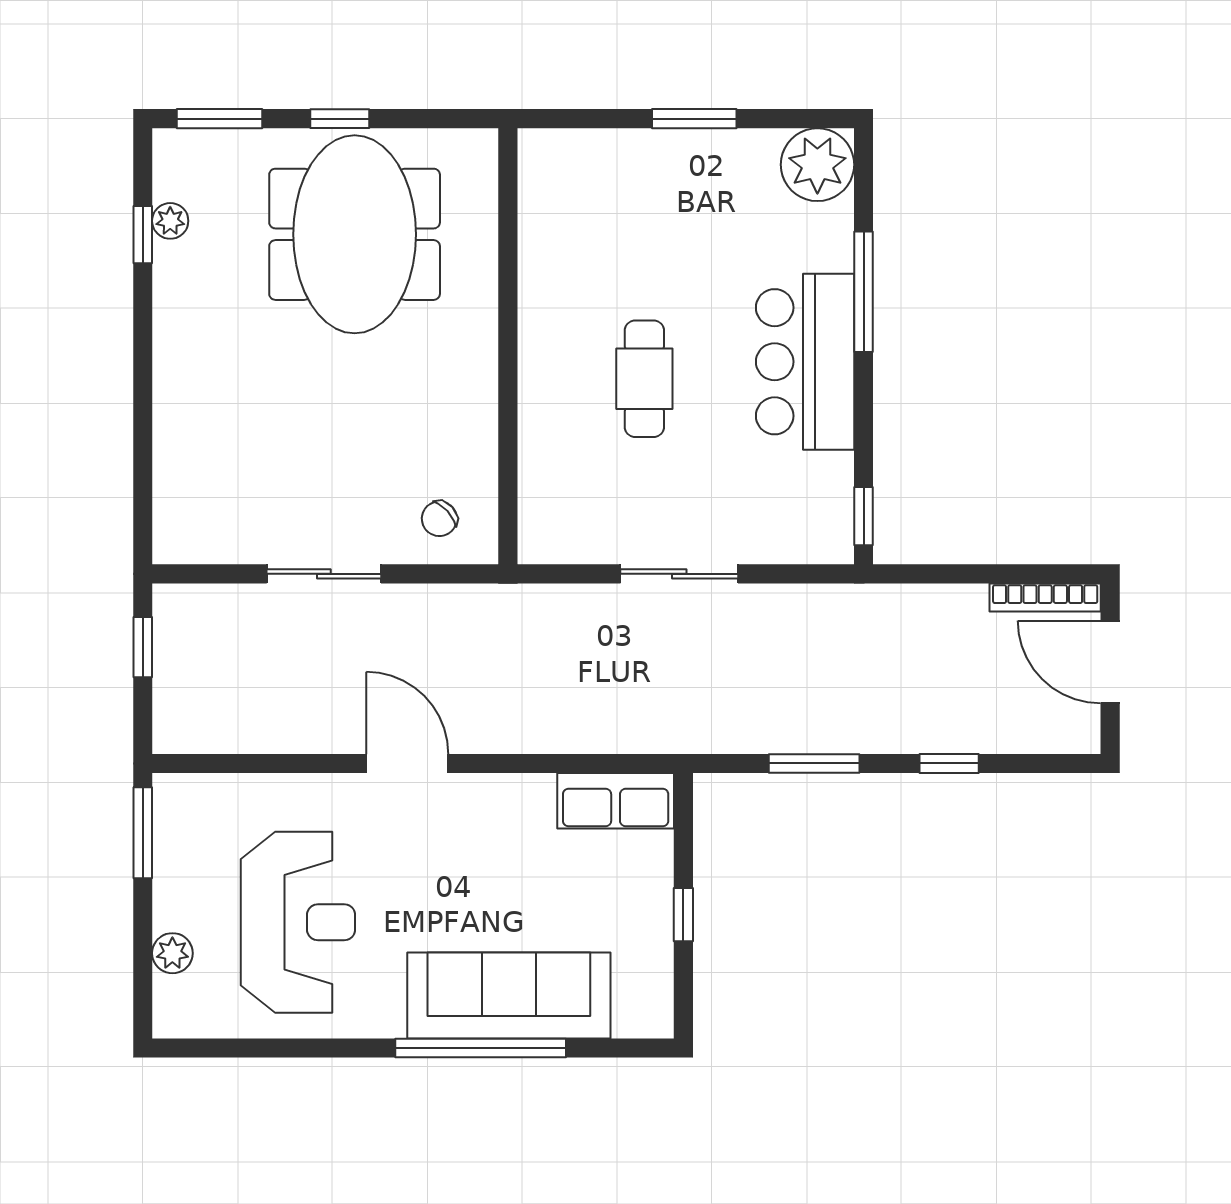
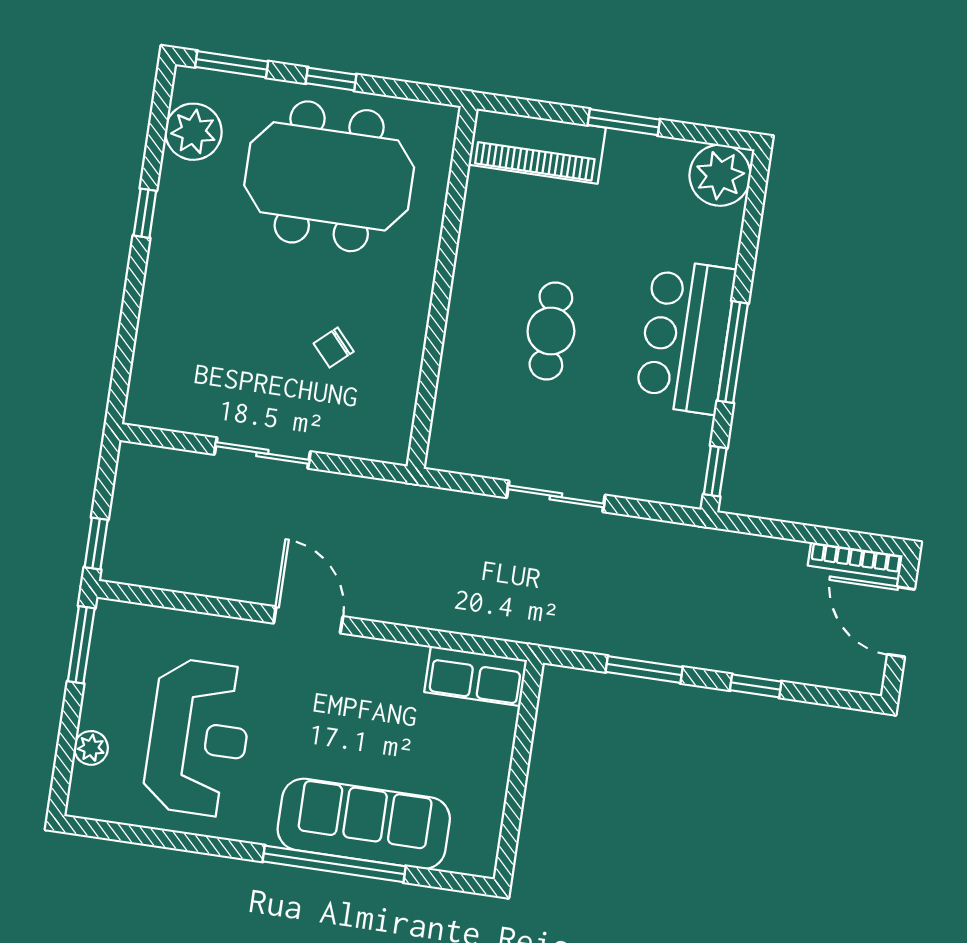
piano: (596, 162) -> (537, 146), added
plant: (170, 221) -> (193, 132), width x1.88, depth x1.88
meeting table: (355, 234) -> (329, 176), turned 90
window: (143, 235) -> (145, 213), moved
window: (864, 292) -> (733, 352), moved
chair: (439, 519) -> (334, 348), moved
window: (143, 647) -> (96, 543), moved
window: (683, 915) -> (518, 778), removed

